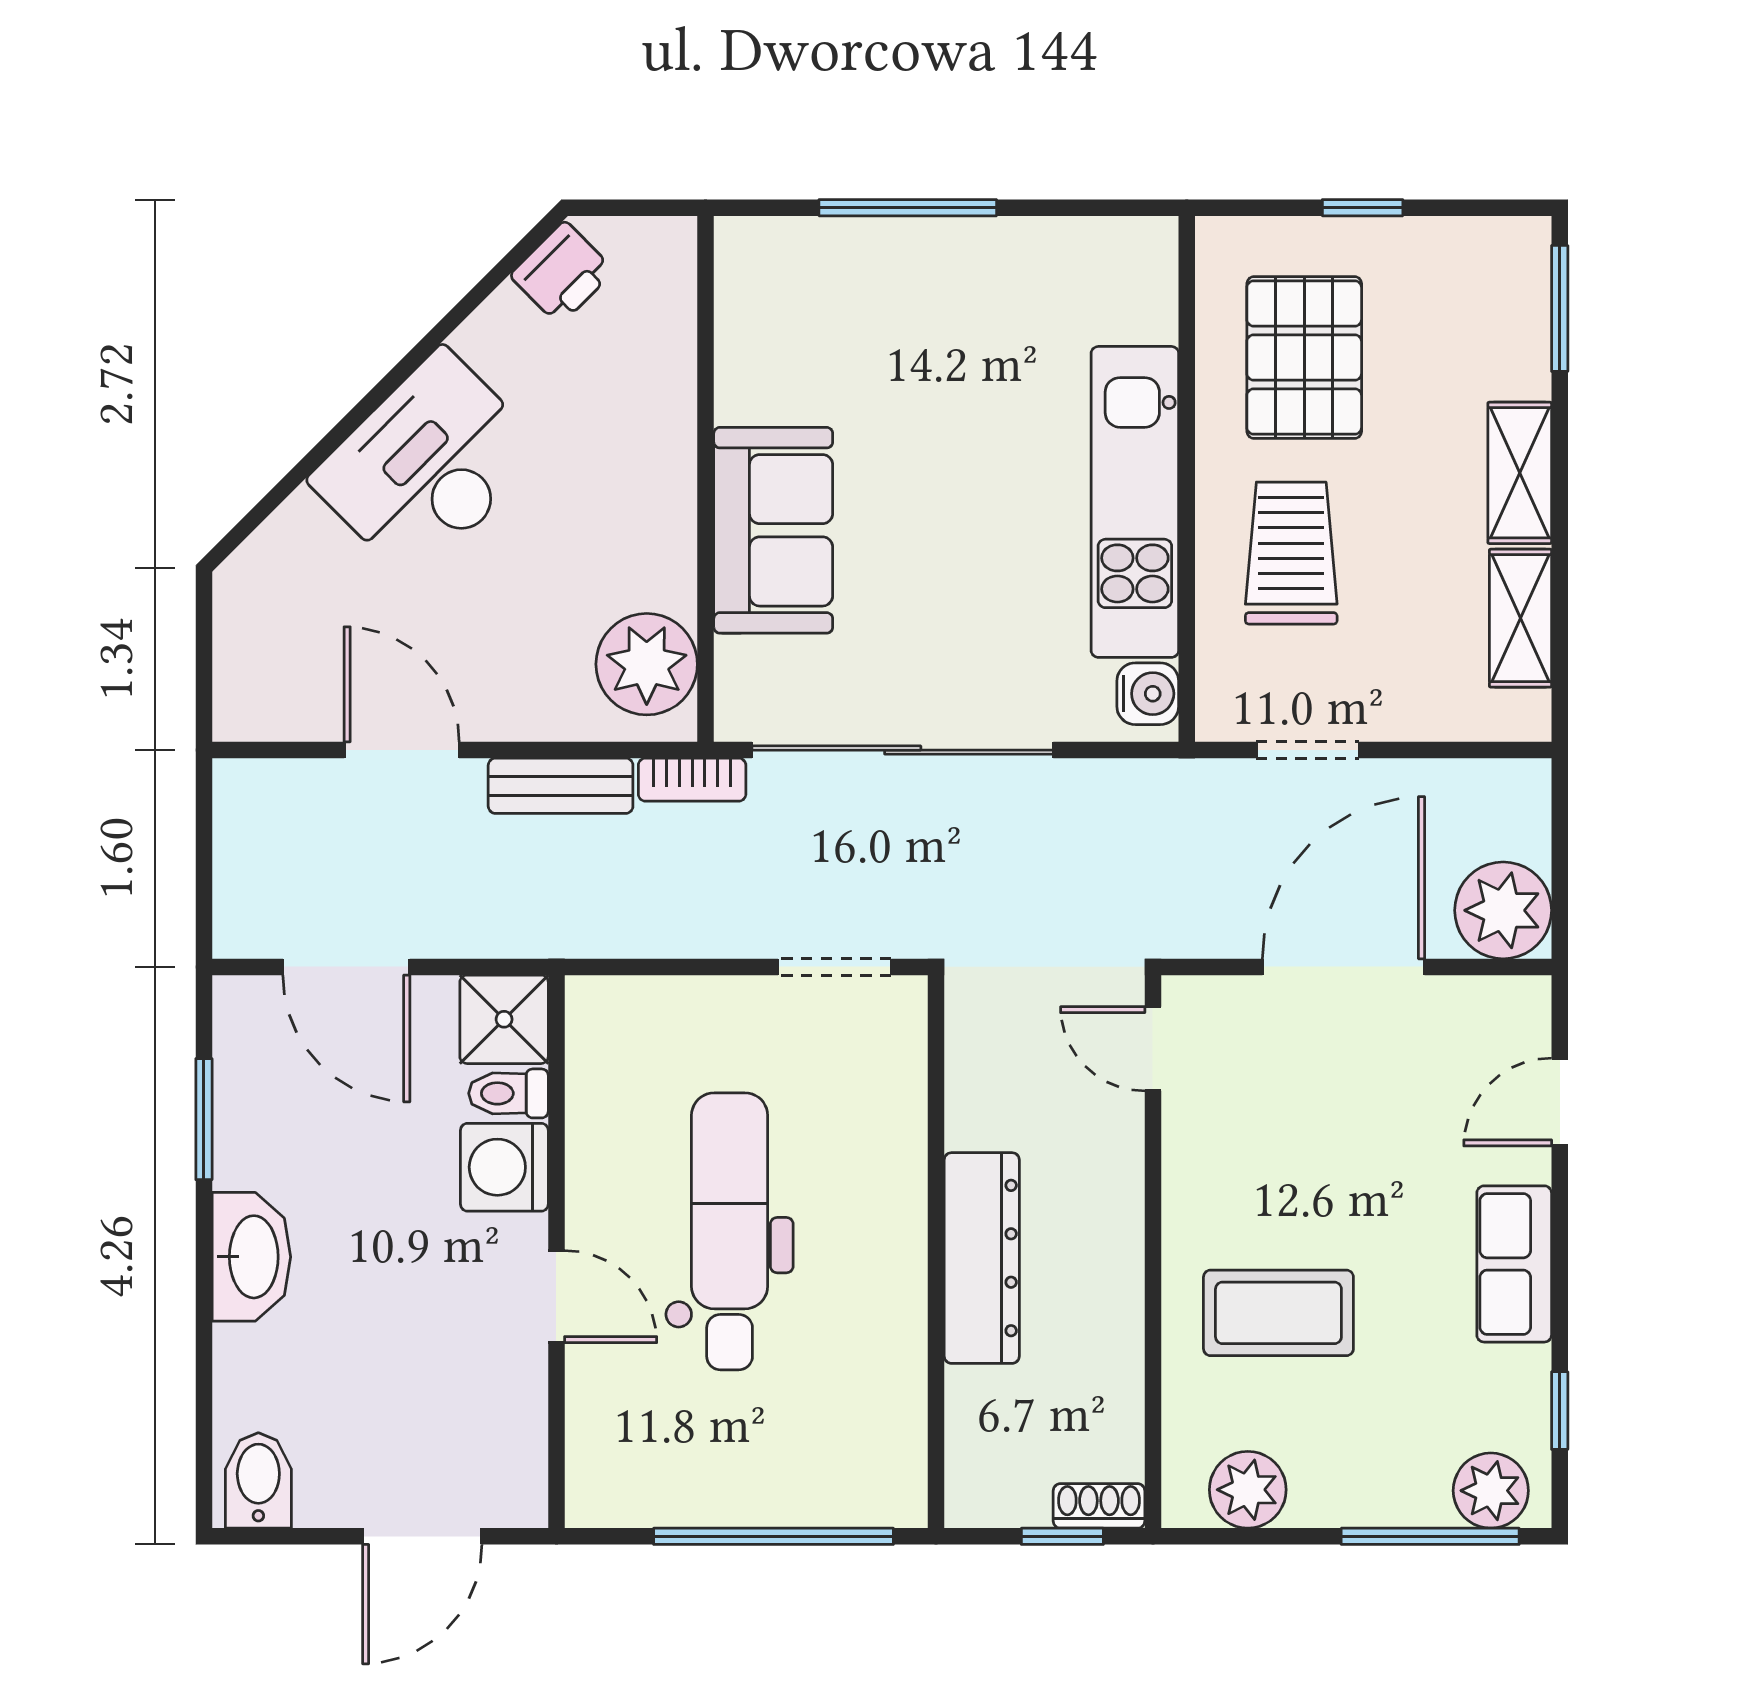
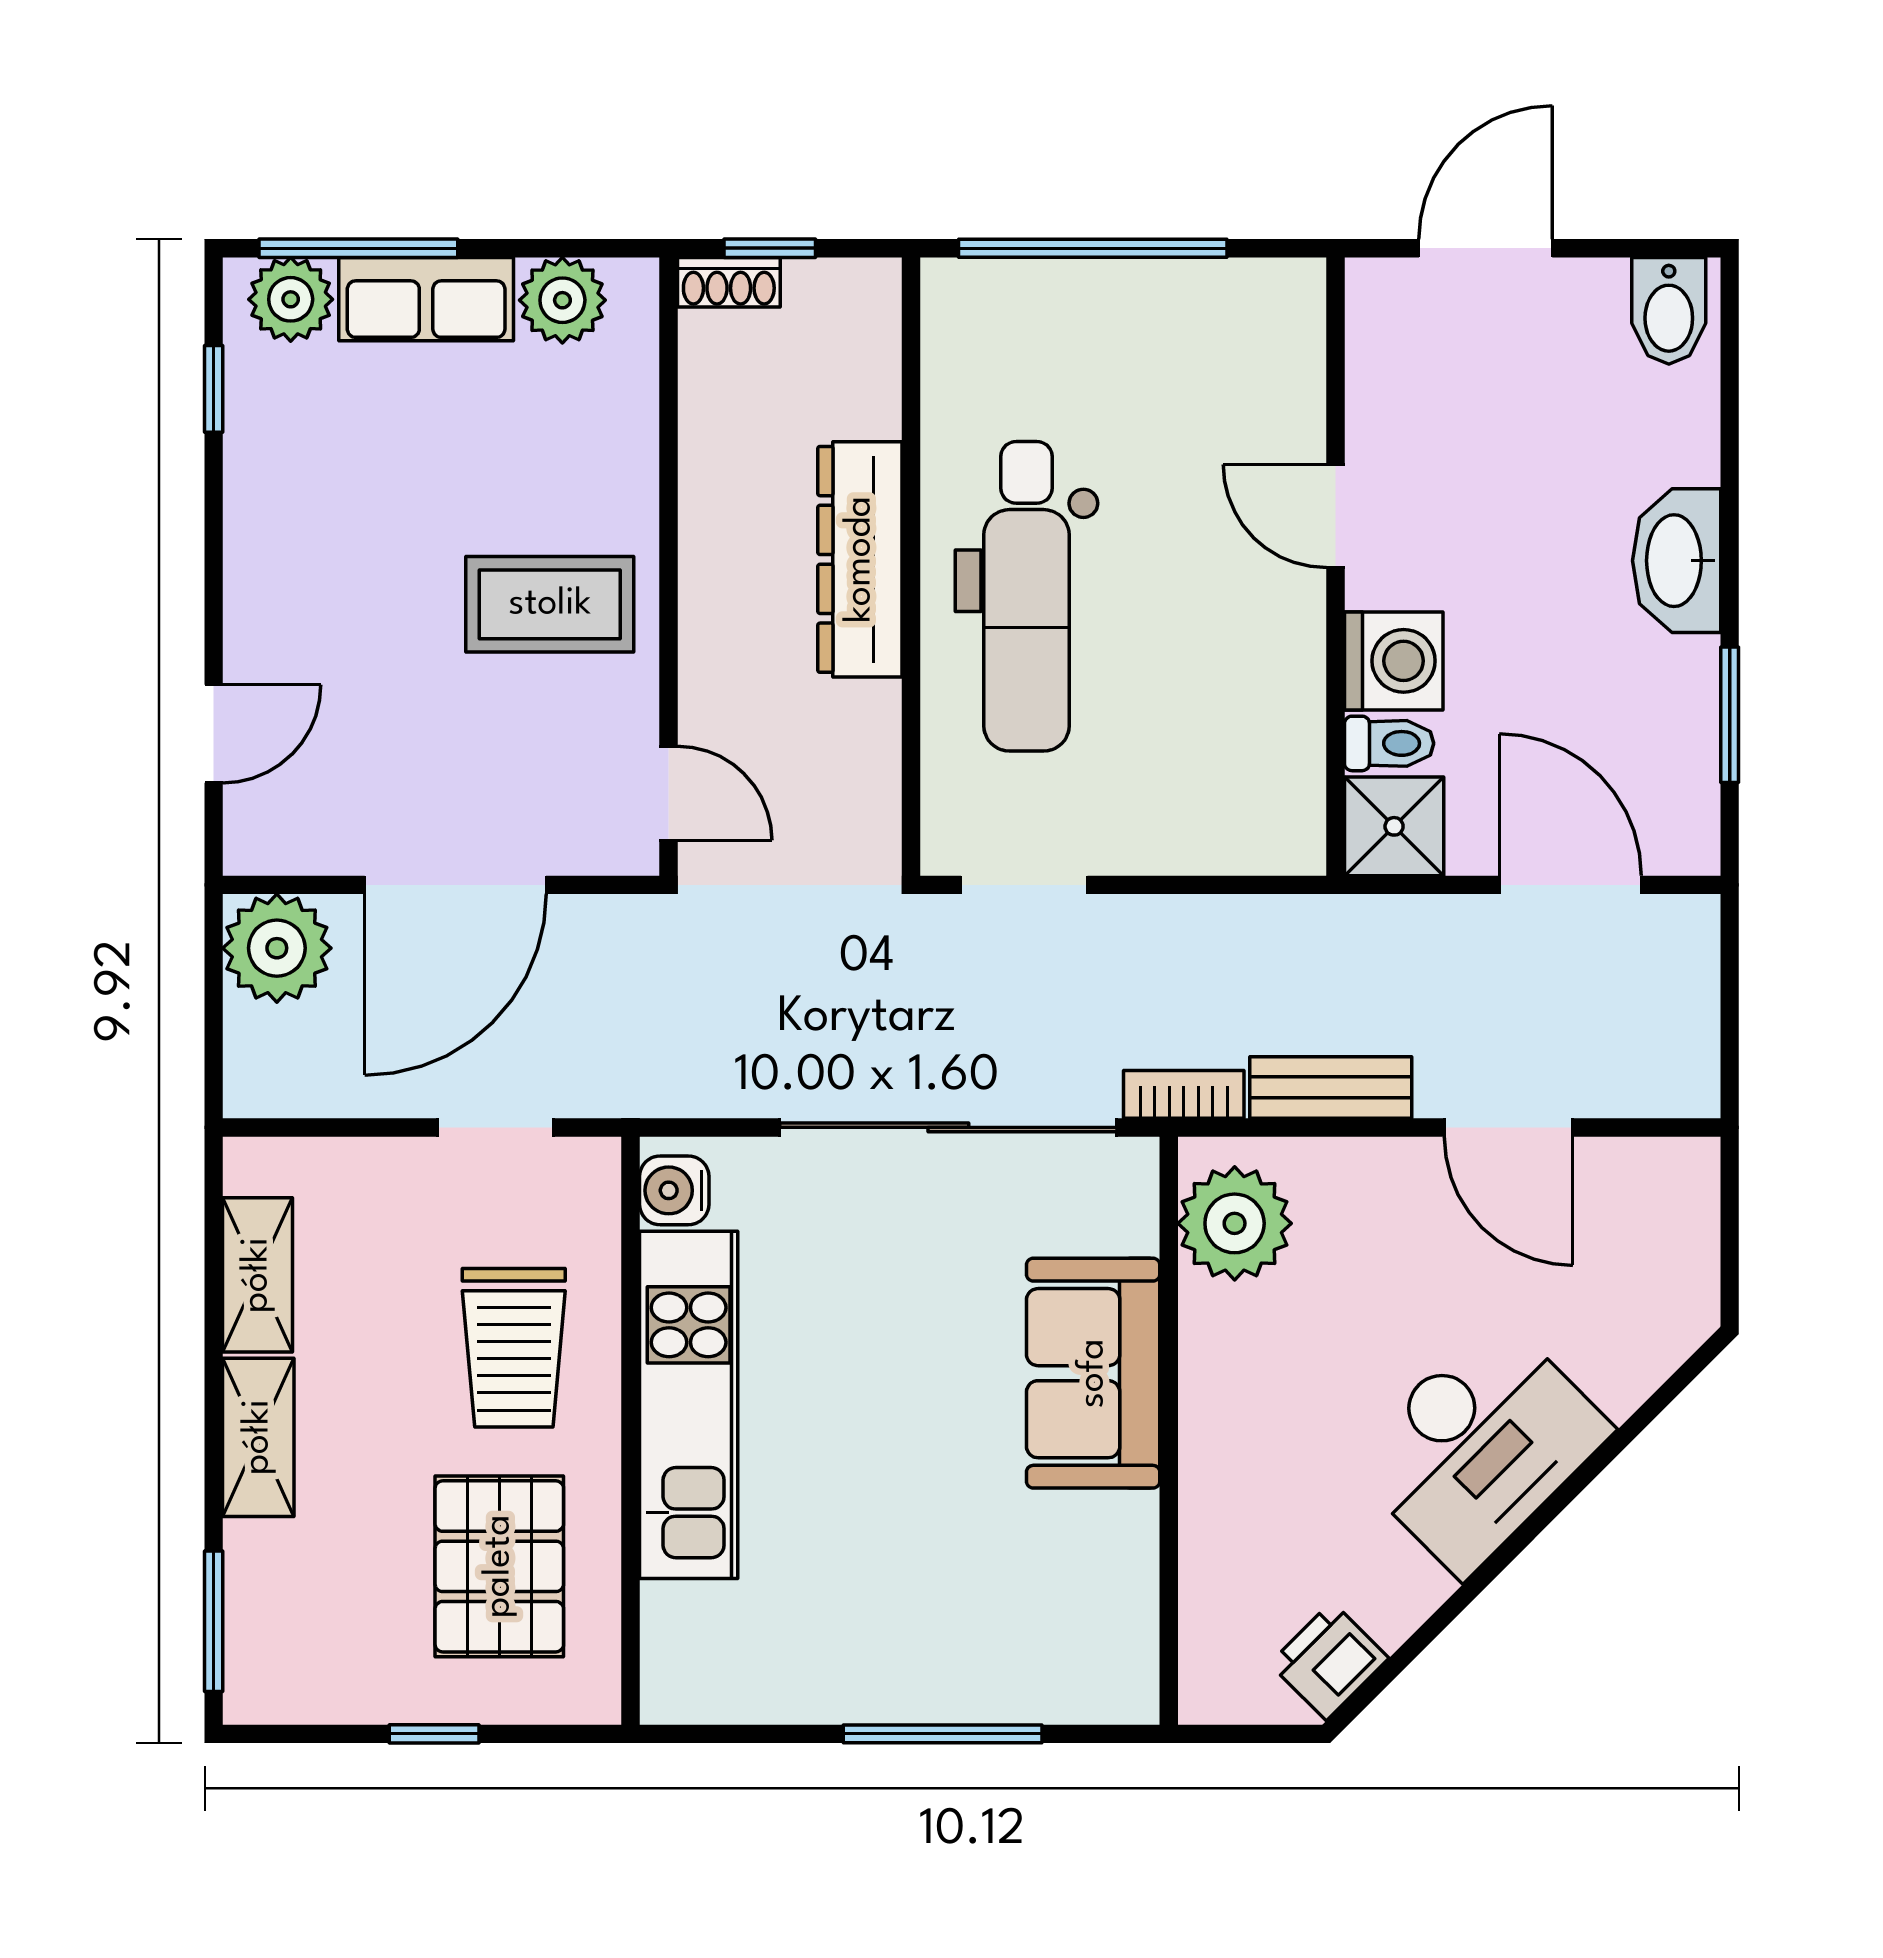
dental chair: (730, 1231) -> (1026, 596), moved
row of seats: (1514, 1264) -> (426, 299), moved, turned 90
coffee table: (1278, 1313) -> (550, 604), moved

